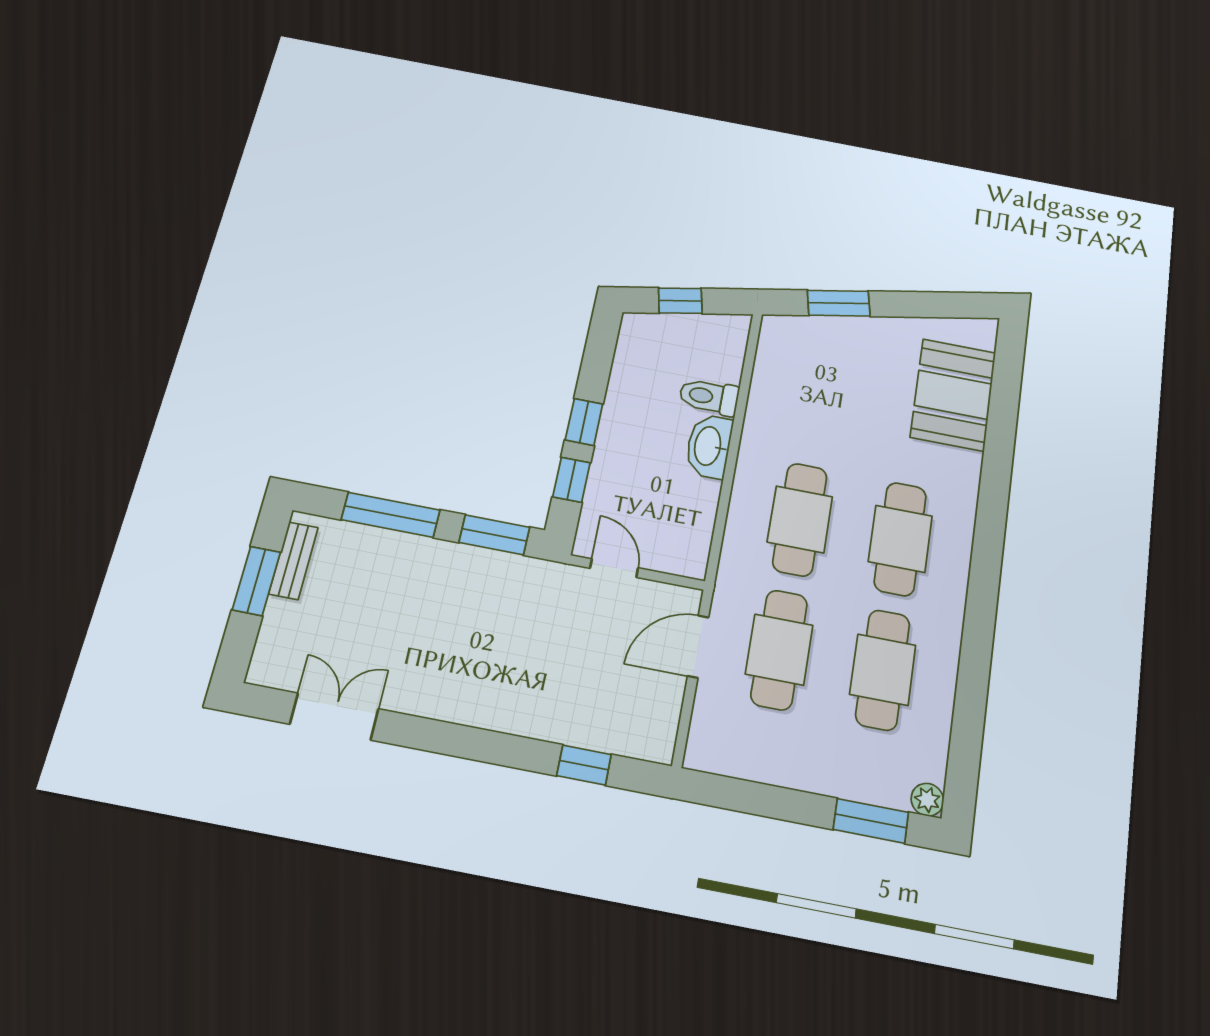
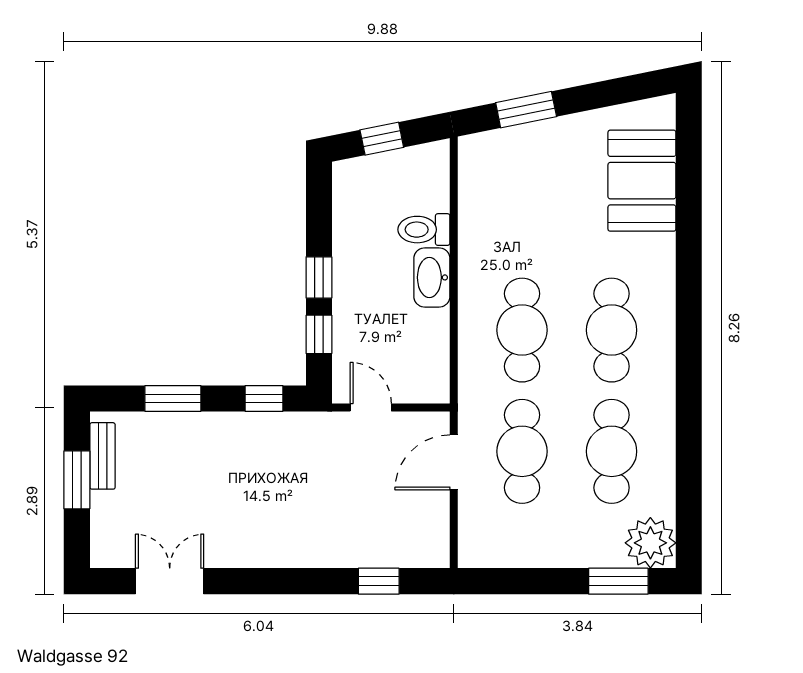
window: (391, 515) -> (173, 398), width x0.69
window: (494, 535) -> (264, 398), width x0.67
plant: (927, 800) -> (650, 543), width x1.88, depth x1.88

